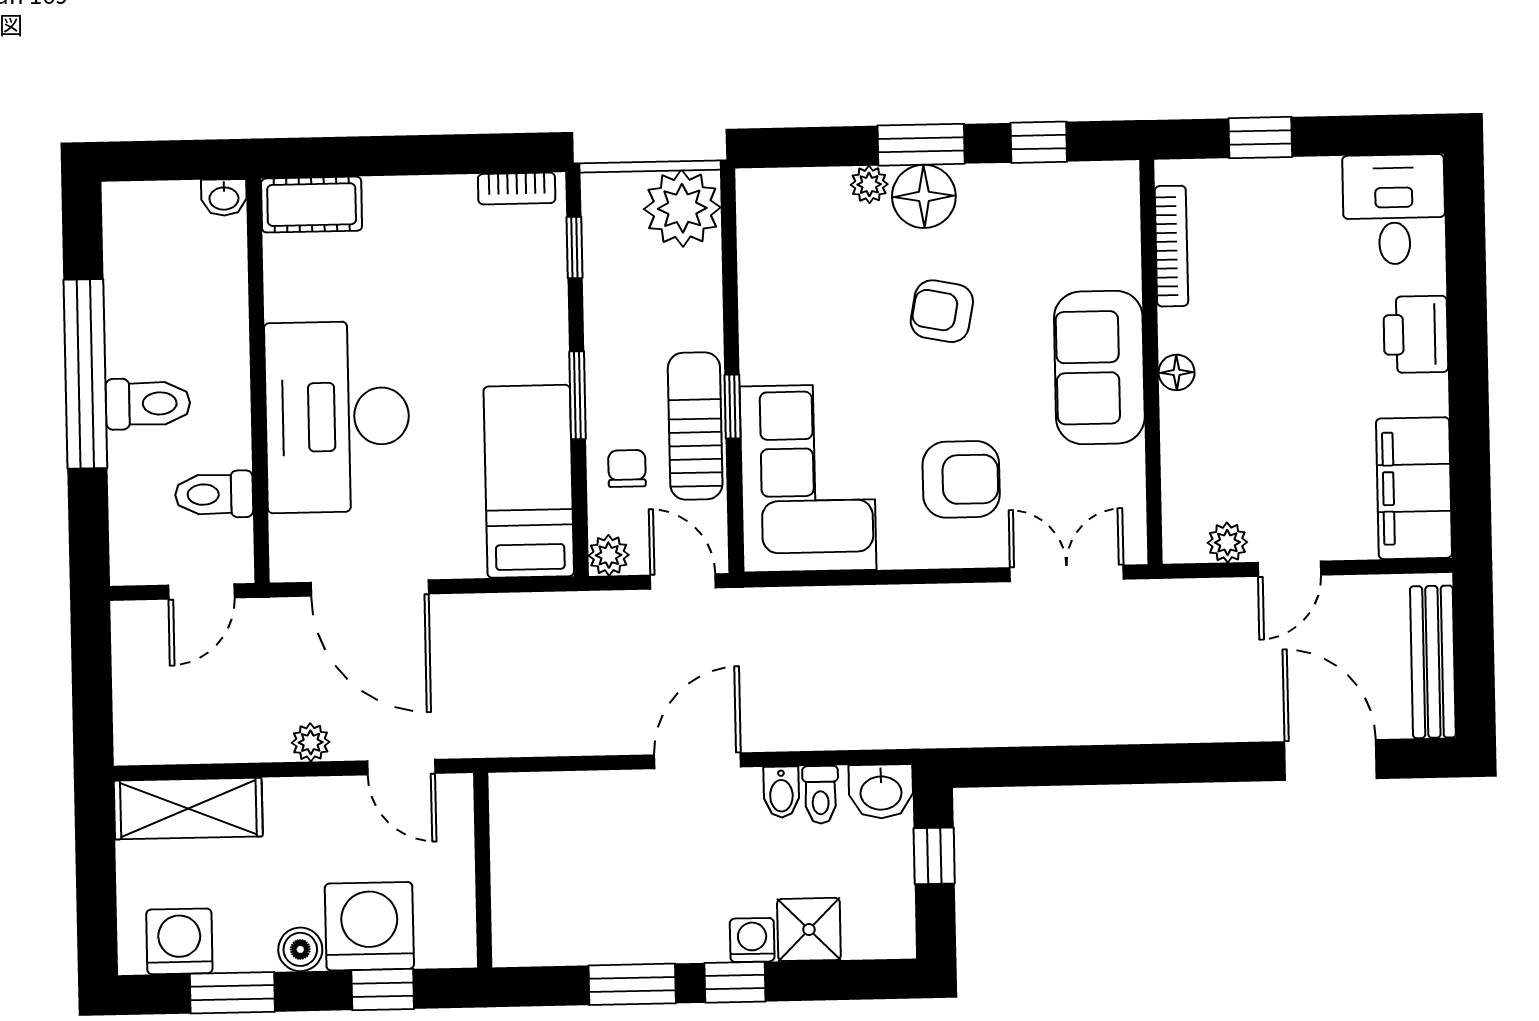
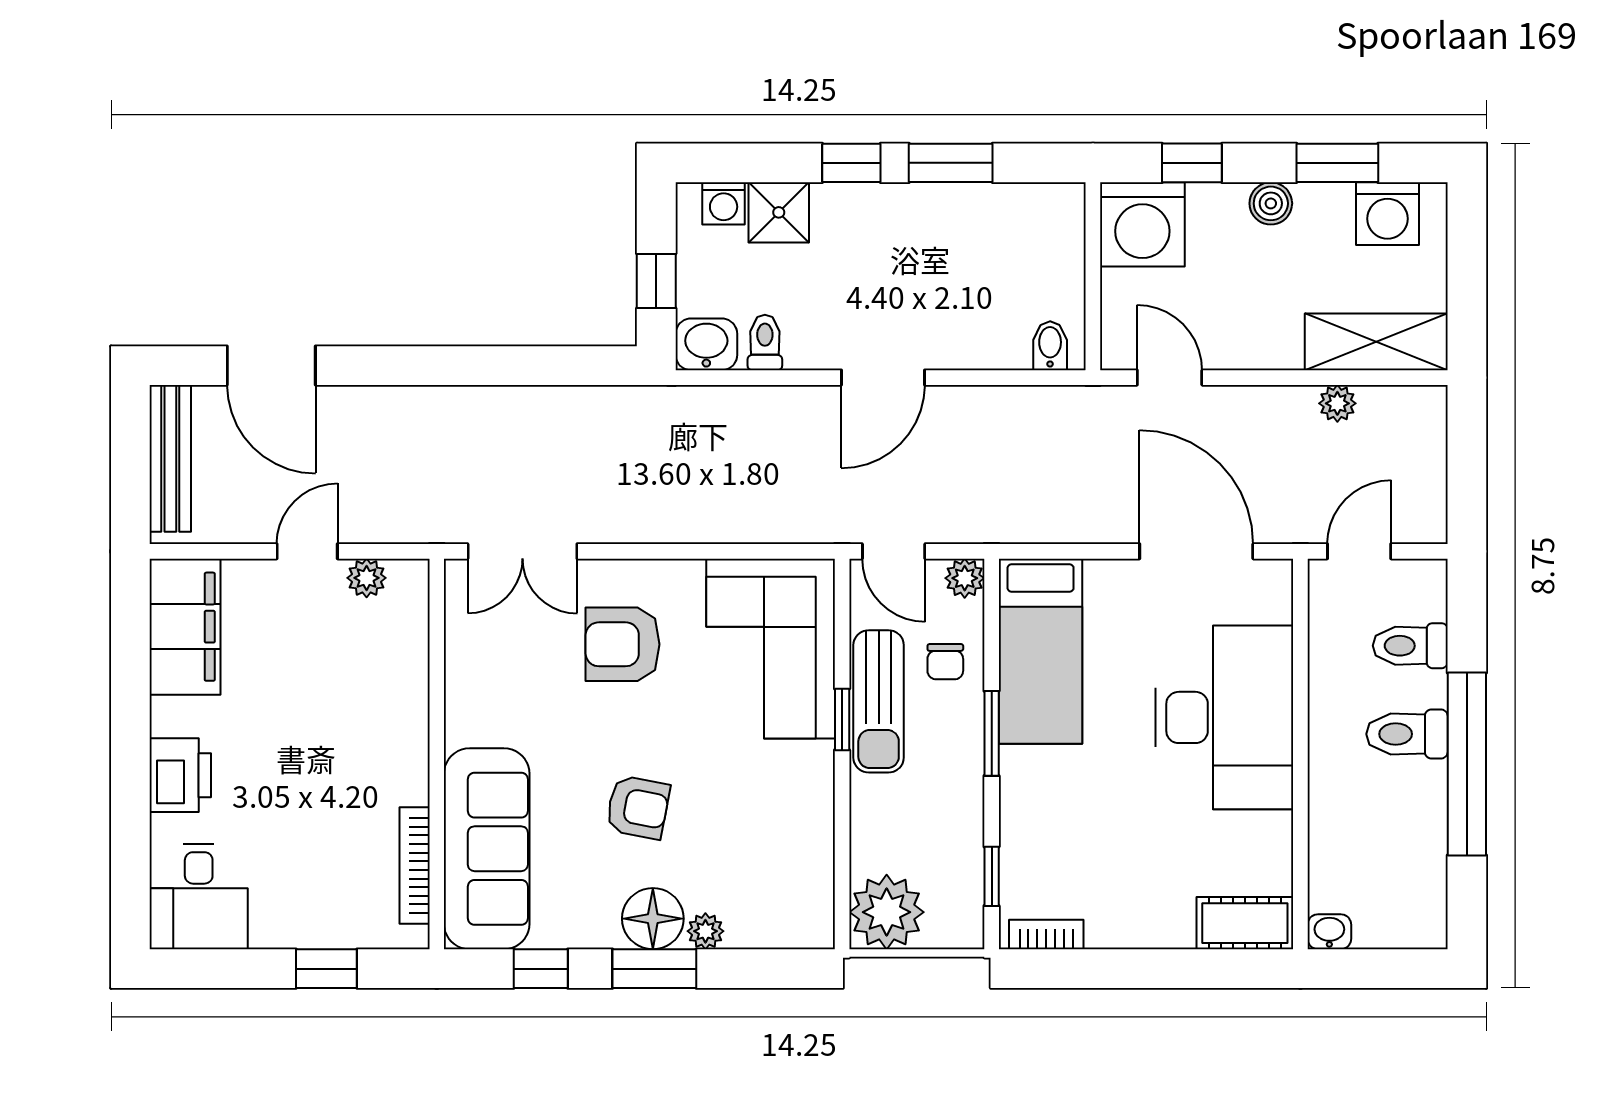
sofa: (1099, 368) -> (487, 849), moved, width x1.36
floor lamp: (1177, 372) -> (412, 743), removed
toilet: (214, 494) -> (1410, 646), moved, turned 180
plant: (311, 742) -> (1337, 403), moved
bidet: (781, 792) -> (1050, 346), moved
washing machine: (369, 926) -> (1142, 224), moved
washing machine: (752, 940) -> (724, 203), moved

